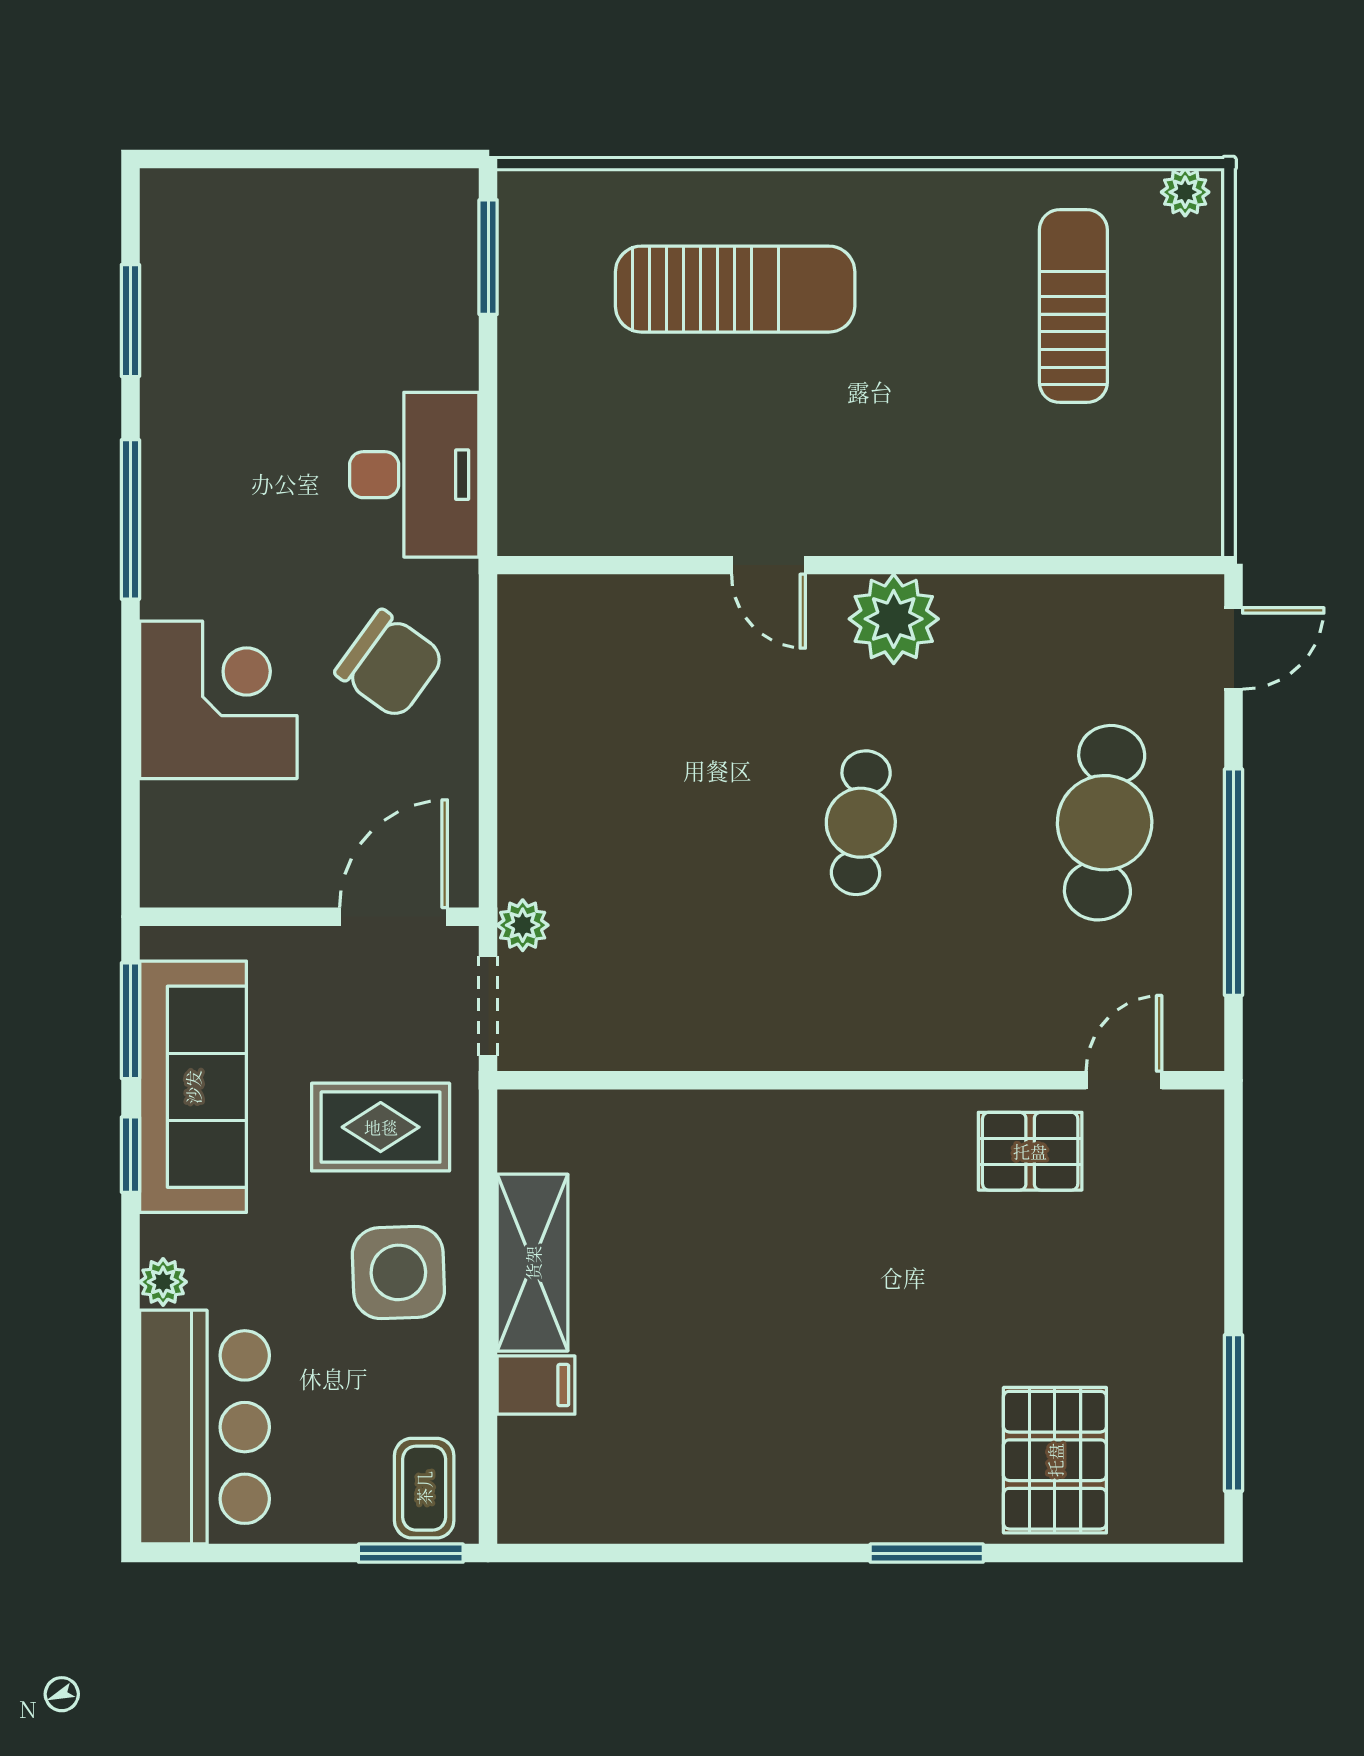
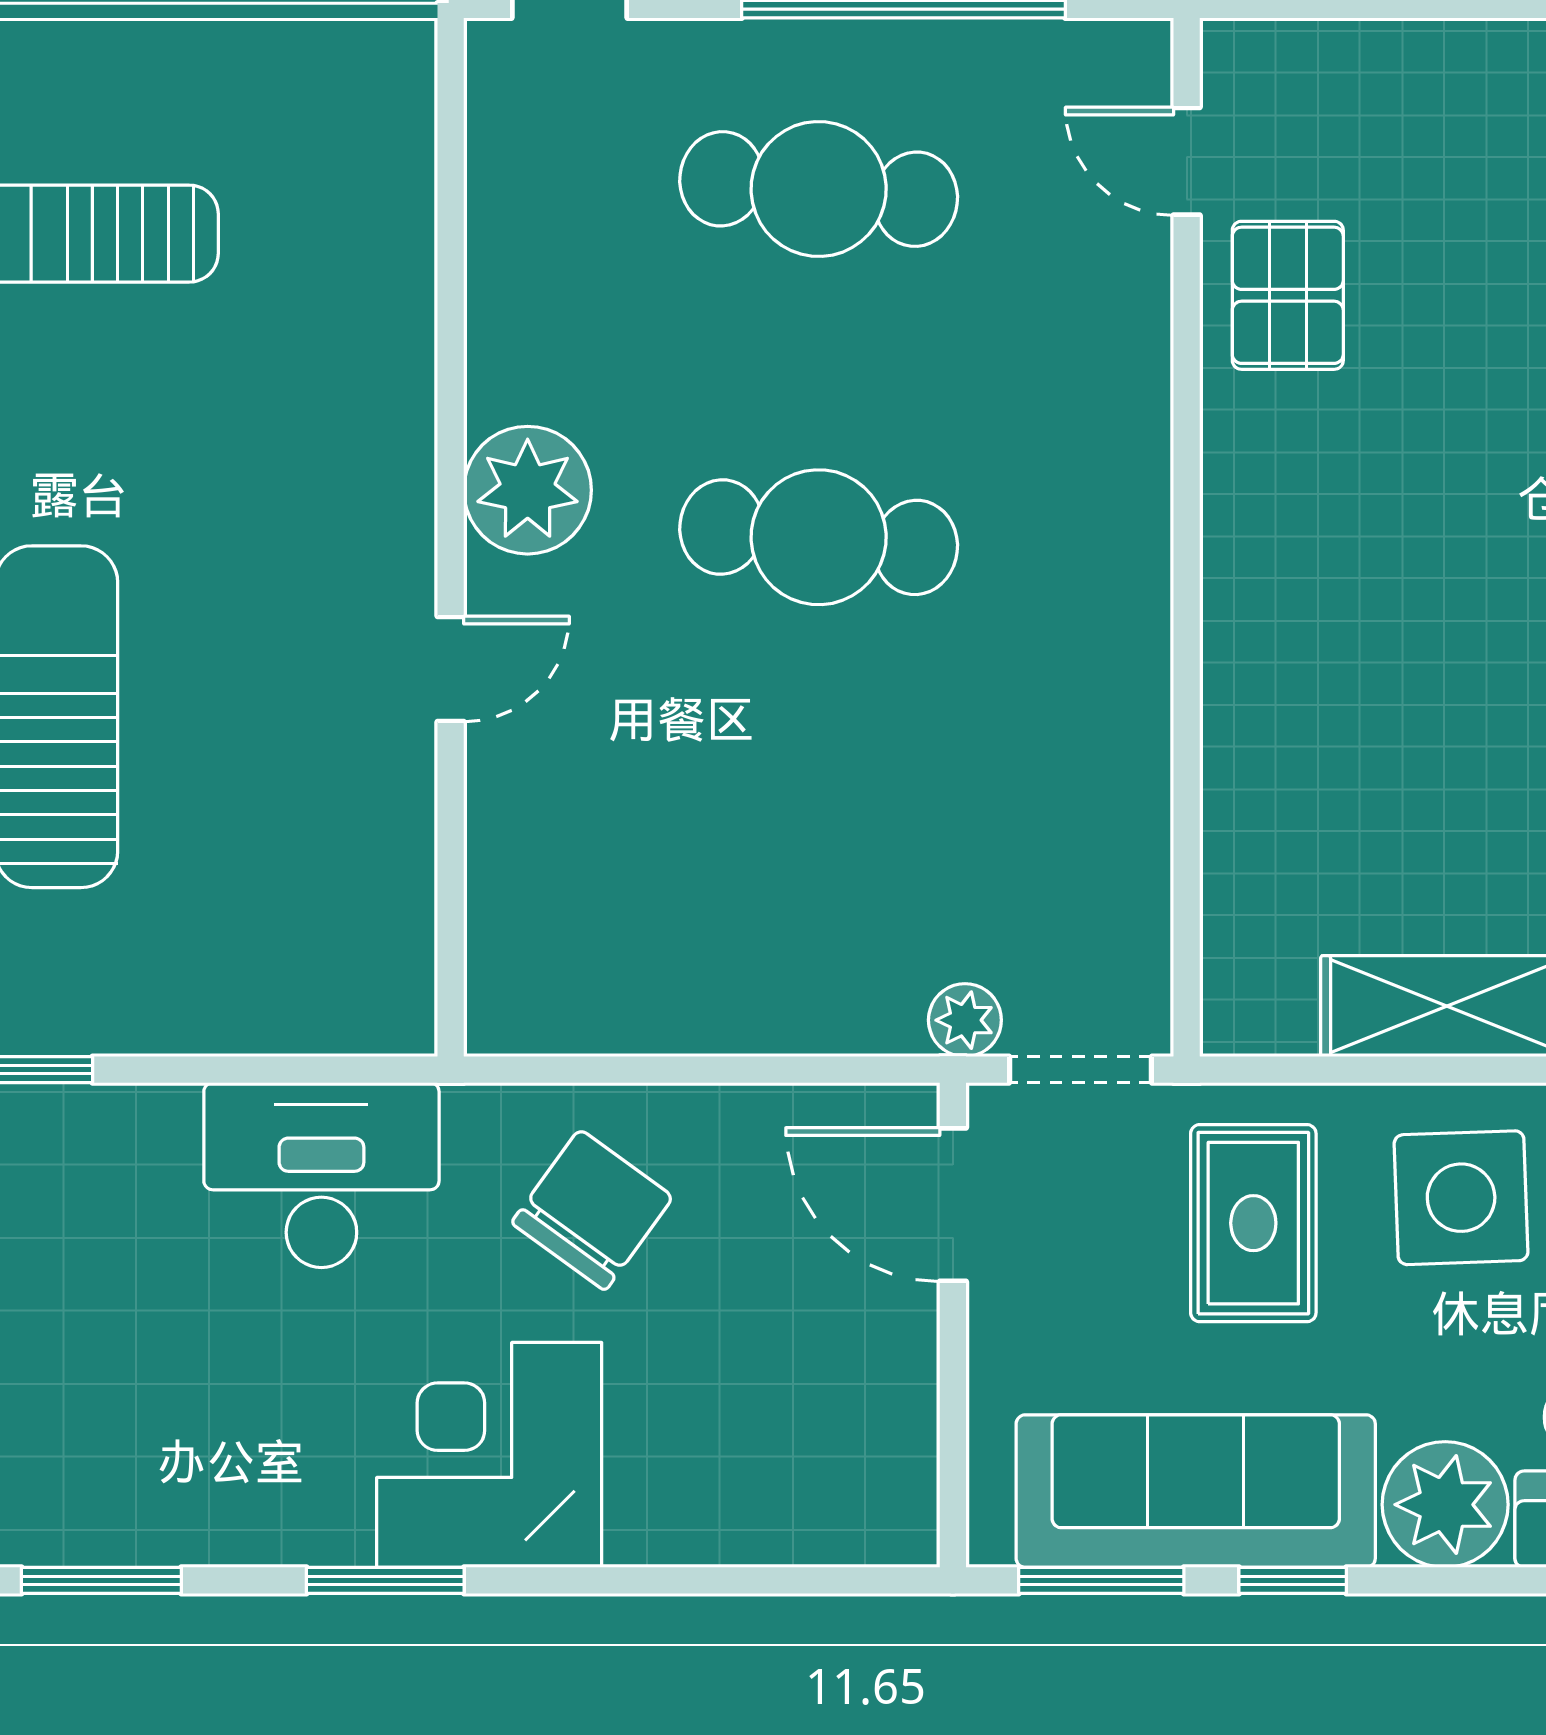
window: (130, 519) -> (385, 1580), width x0.69
corner desk: (218, 700) -> (489, 1455), moved
cafe table: (861, 823) -> (819, 537), width x1.37, depth x1.35
plant: (163, 1282) -> (1445, 1505), width x1.88, depth x1.88

